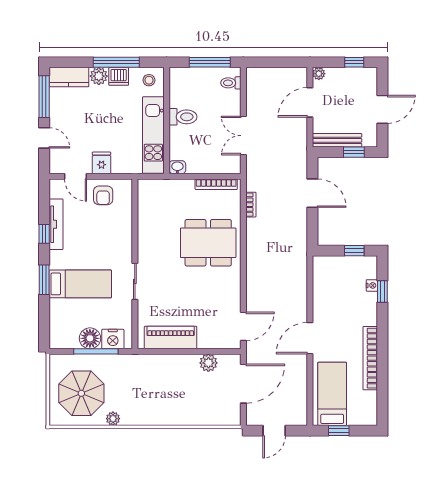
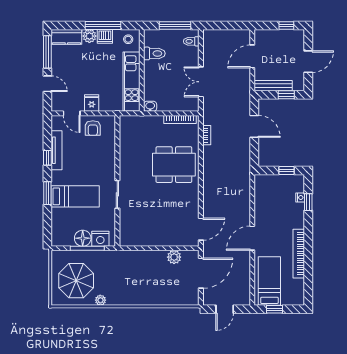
plant: (319, 74) -> (259, 34), removed
toilet: (183, 117) -> (154, 53), moved
piano: (171, 338) -> (145, 238), removed

